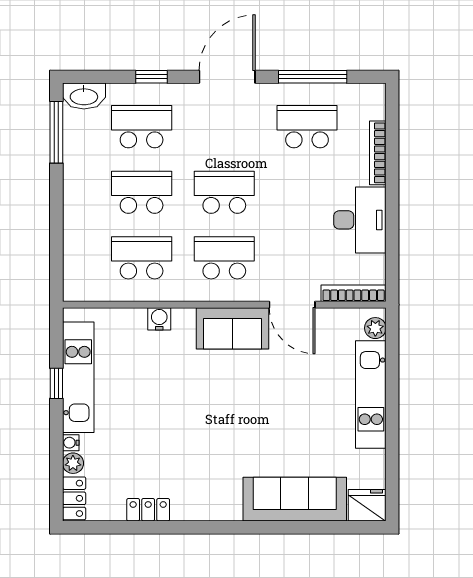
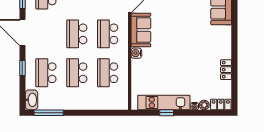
water cooler: (159, 319) -> (136, 53), moved

